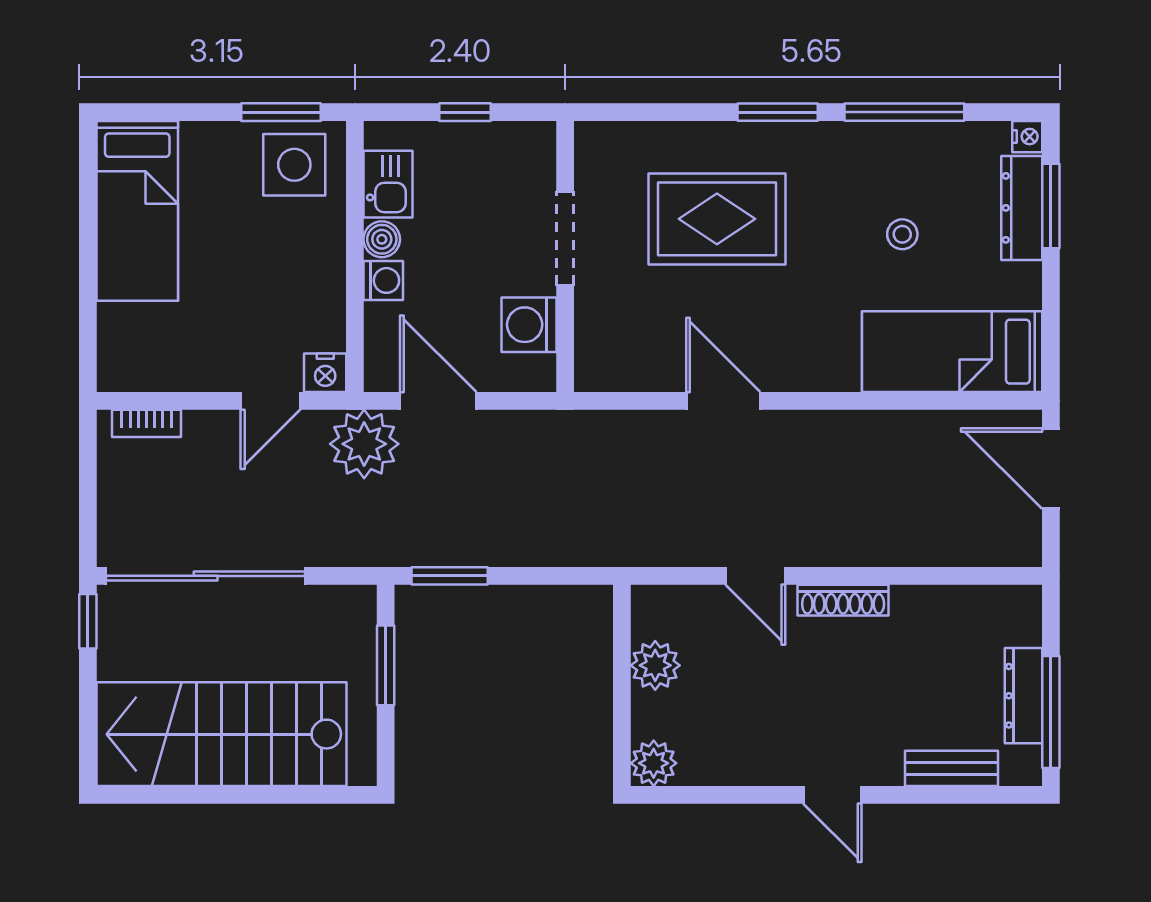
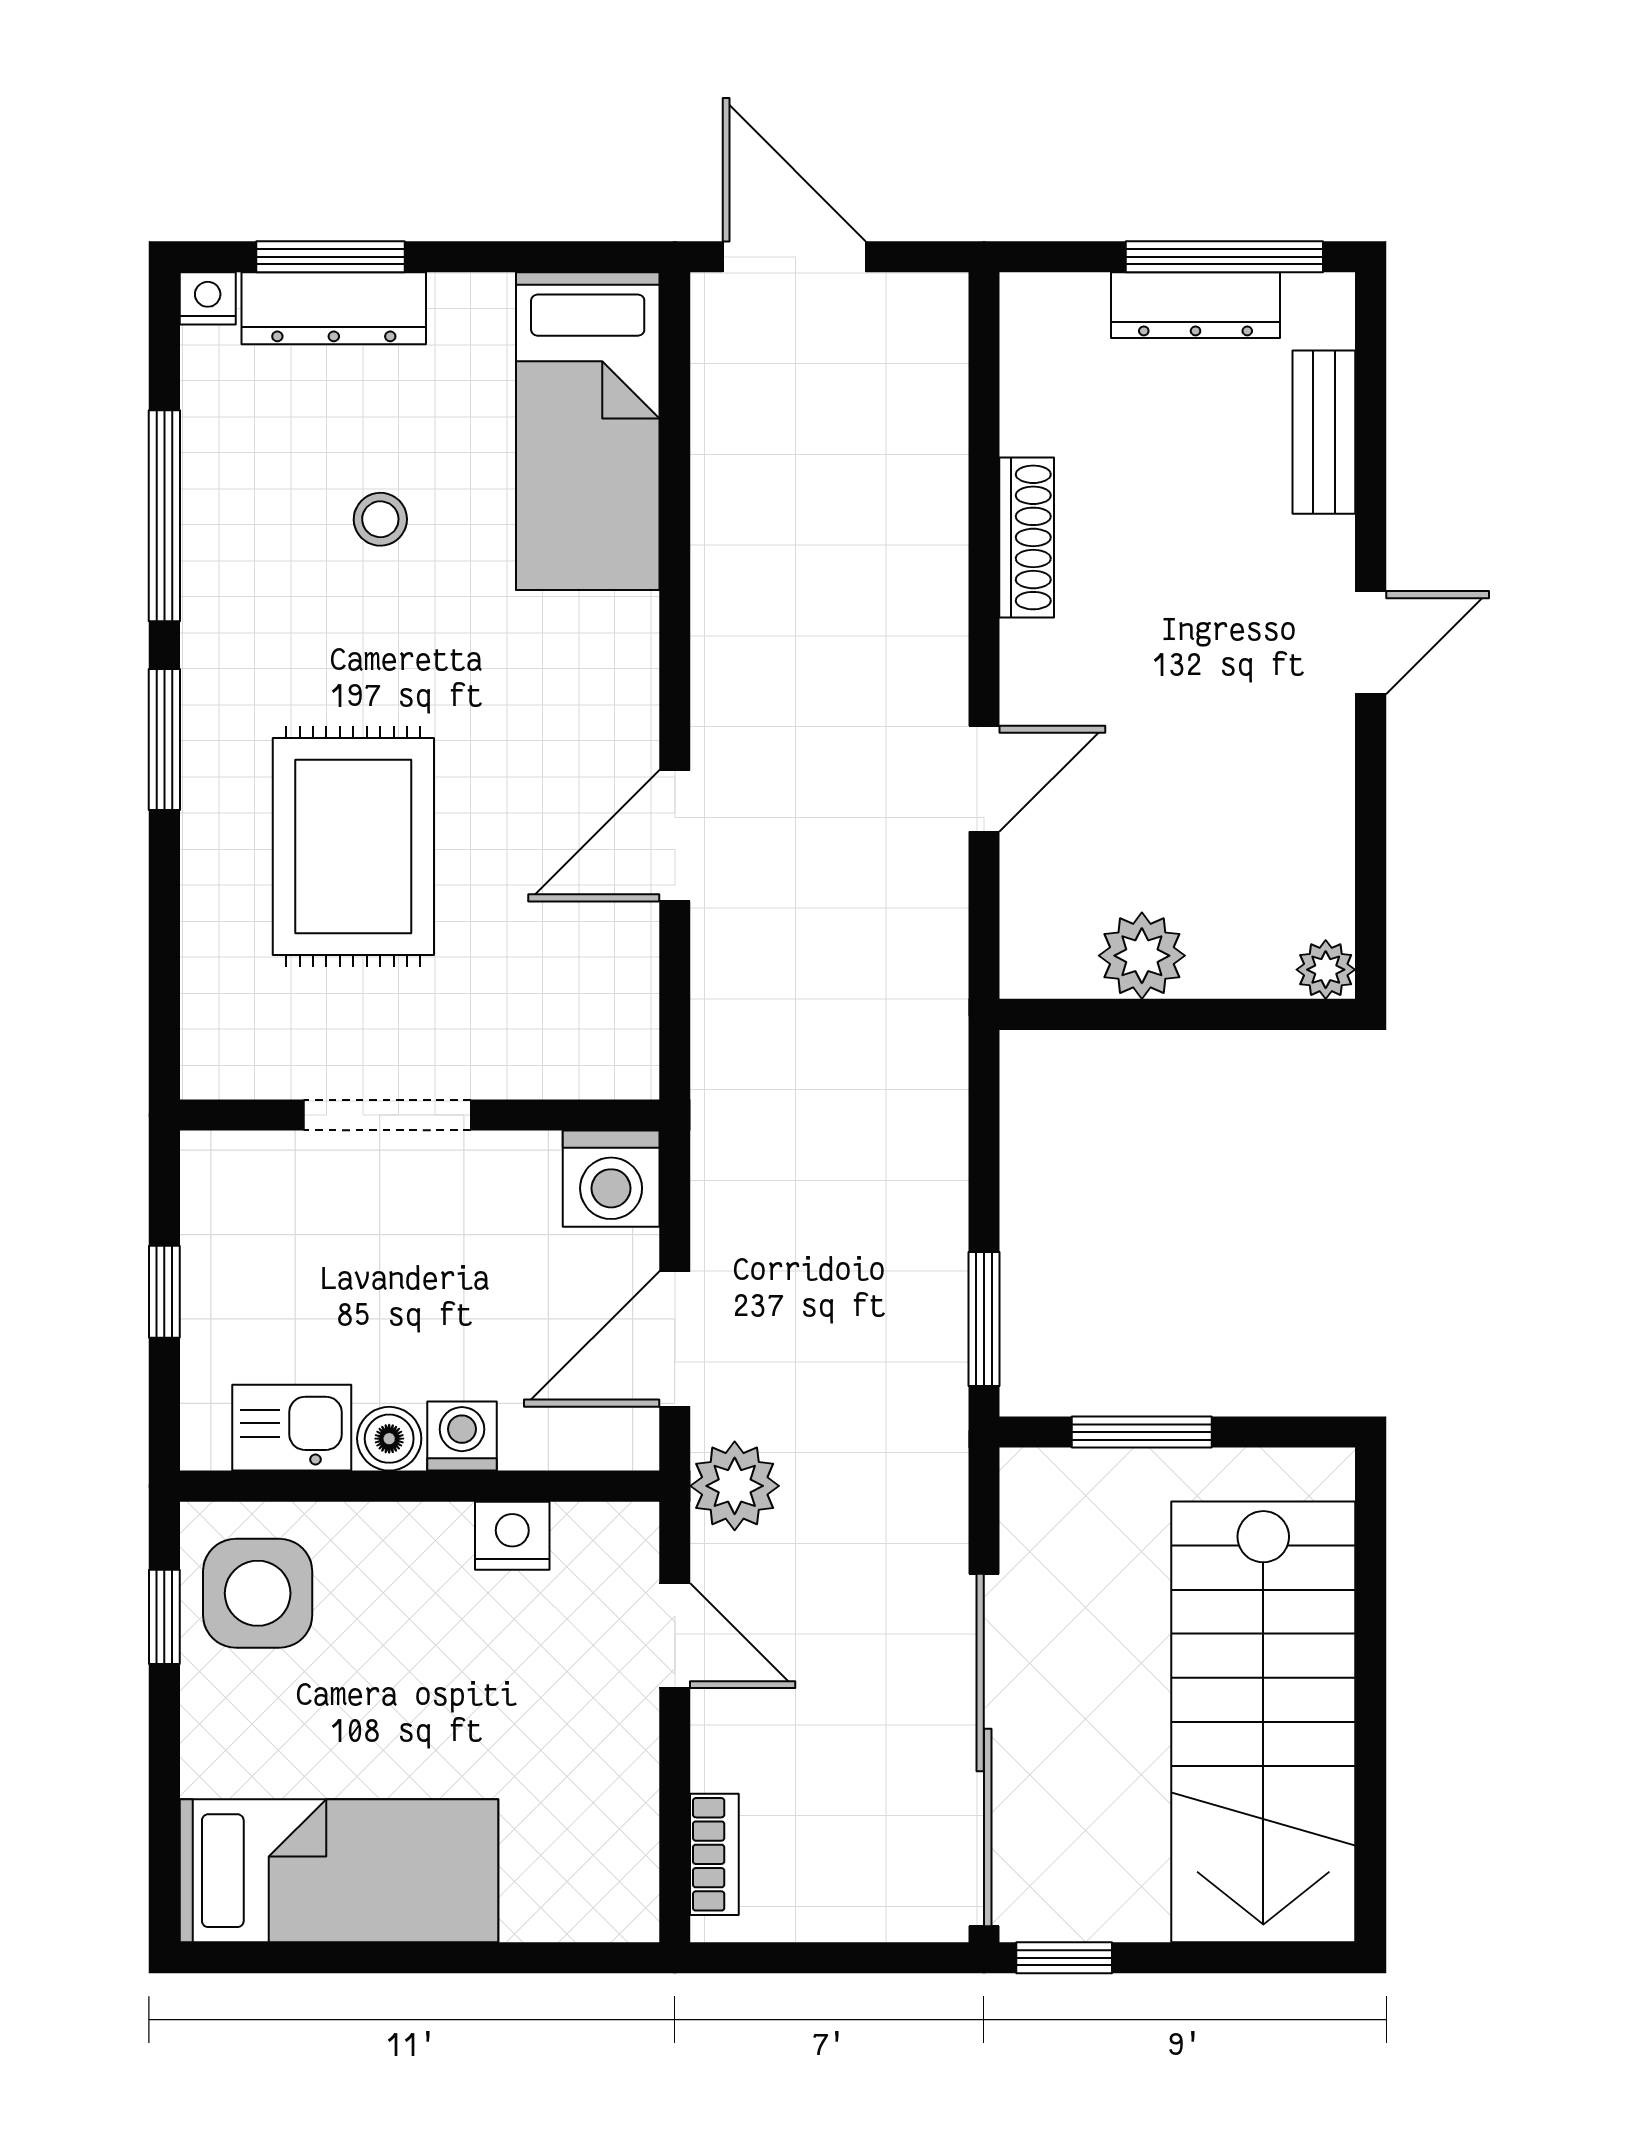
window: (281, 112) -> (164, 1617), width x0.67
washing machine: (529, 325) -> (611, 1179), moved
nightstand: (325, 373) -> (512, 1536), moved, turned -90
plant: (364, 444) -> (735, 1486), width x0.73, depth x0.73
door: (1051, 468) -> (794, 257), swing flipped
shoe rack: (843, 600) -> (1027, 537), moved
plant: (654, 763) -> (1326, 970), width x0.73, depth x0.73

